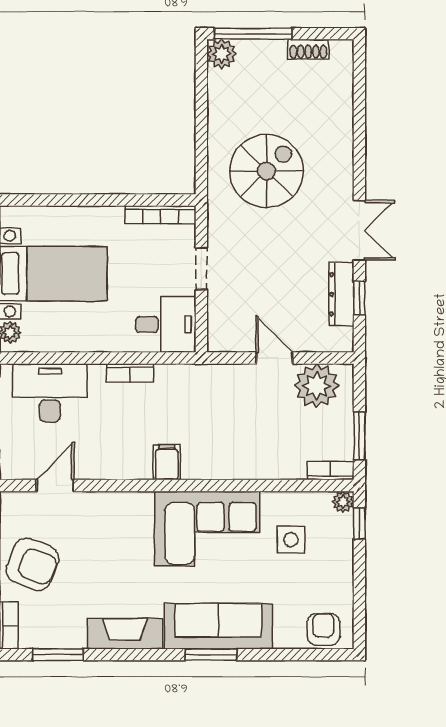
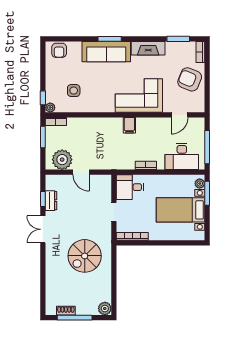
window: (253, 34) -> (75, 318), moved
dresser: (341, 294) -> (51, 201), width x0.70
corner sofa: (207, 529) -> (139, 95), moved

